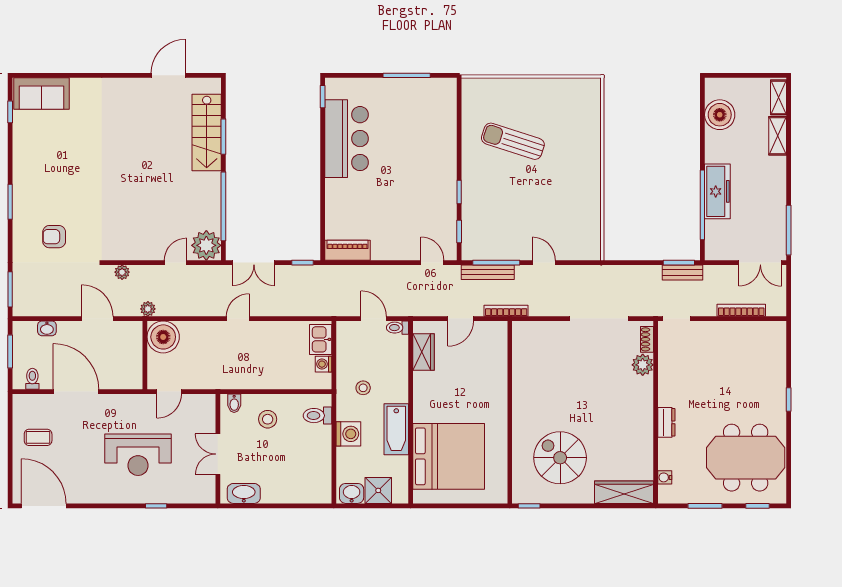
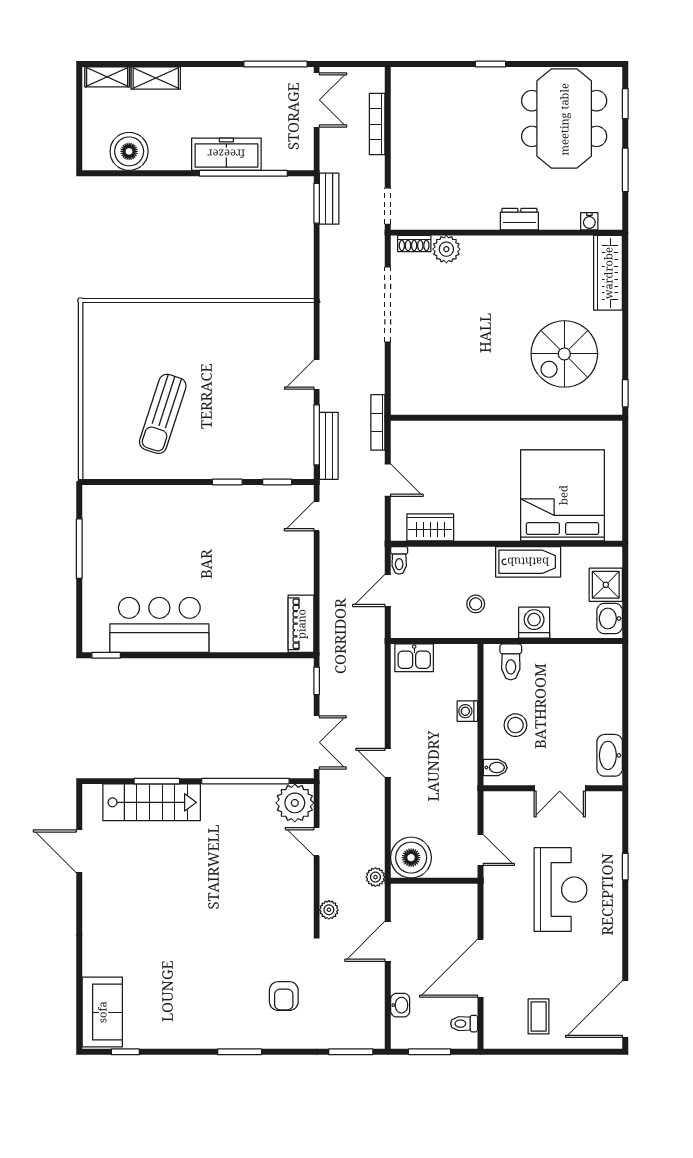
washing machine: (324, 364) -> (467, 711), moved, turned 90

